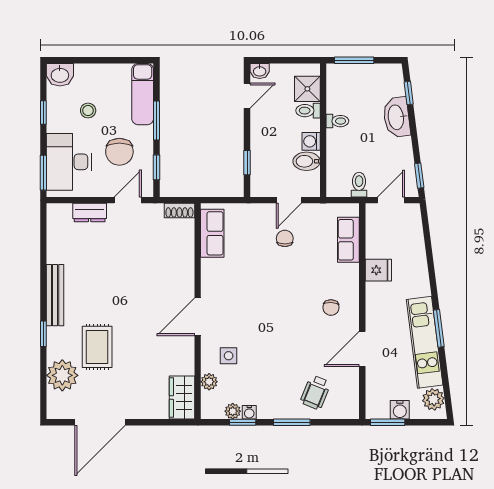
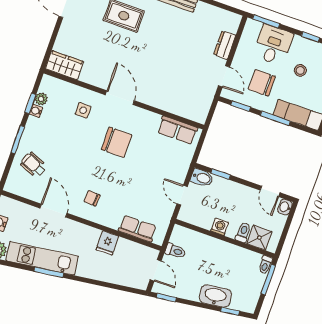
toilet: (337, 121) -> (265, 265), moved
bidet: (307, 161) -> (202, 178), moved, turned 90
desk: (69, 162) -> (273, 45), width x0.73
shoe rack: (179, 211) -> (203, 112), removed
chair: (285, 238) -> (117, 142), moved, width x1.87, depth x1.87
plant: (209, 382) -> (69, 89), removed

